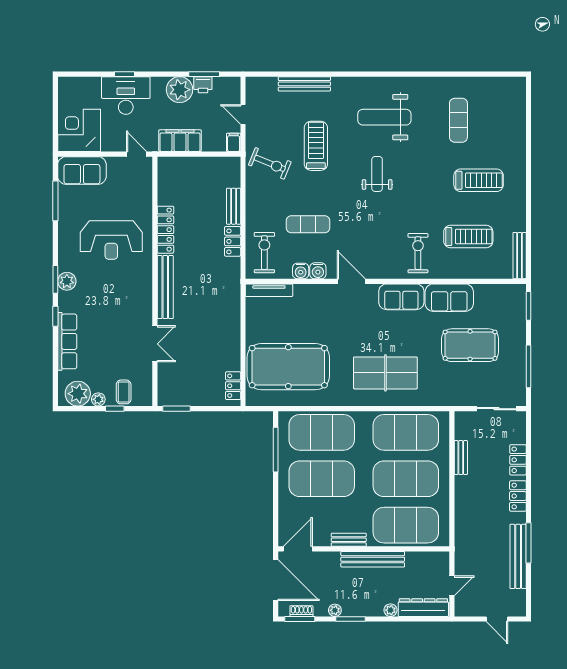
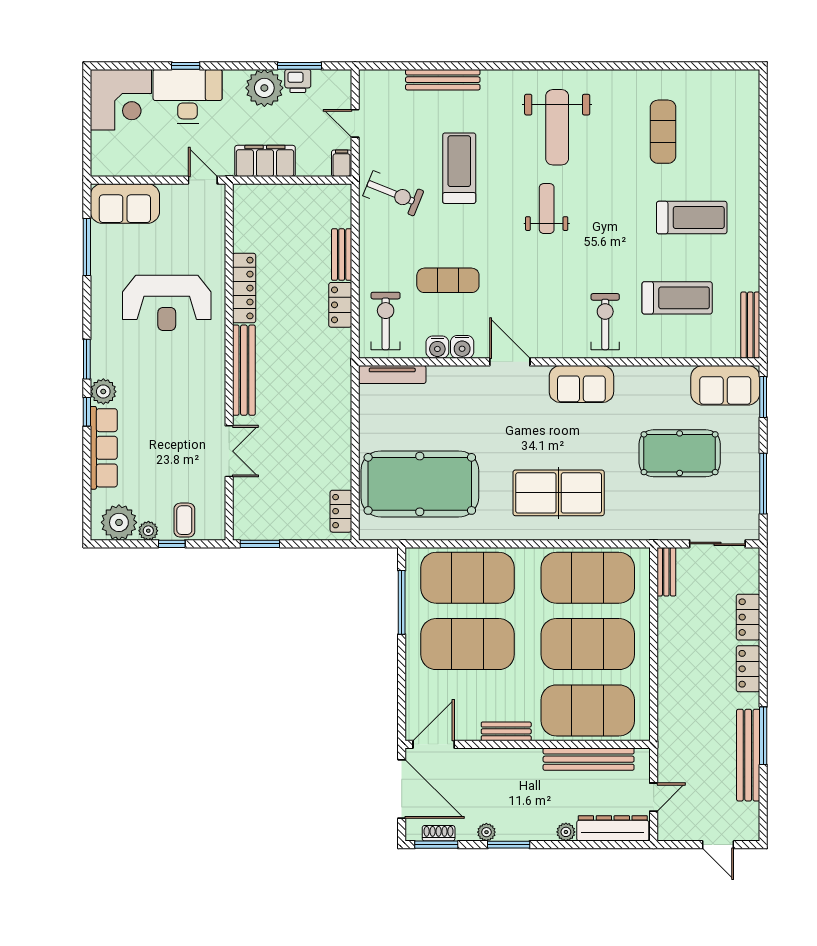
weight bench: (384, 117) -> (557, 127), turned -90
corner desk: (79, 130) -> (121, 100), moved, turned 180
plant: (67, 281) -> (103, 392), moved
sofa: (449, 298) -> (725, 385), moved
bench: (461, 458) -> (666, 572), moved
bench: (373, 559) -> (589, 759), moved

